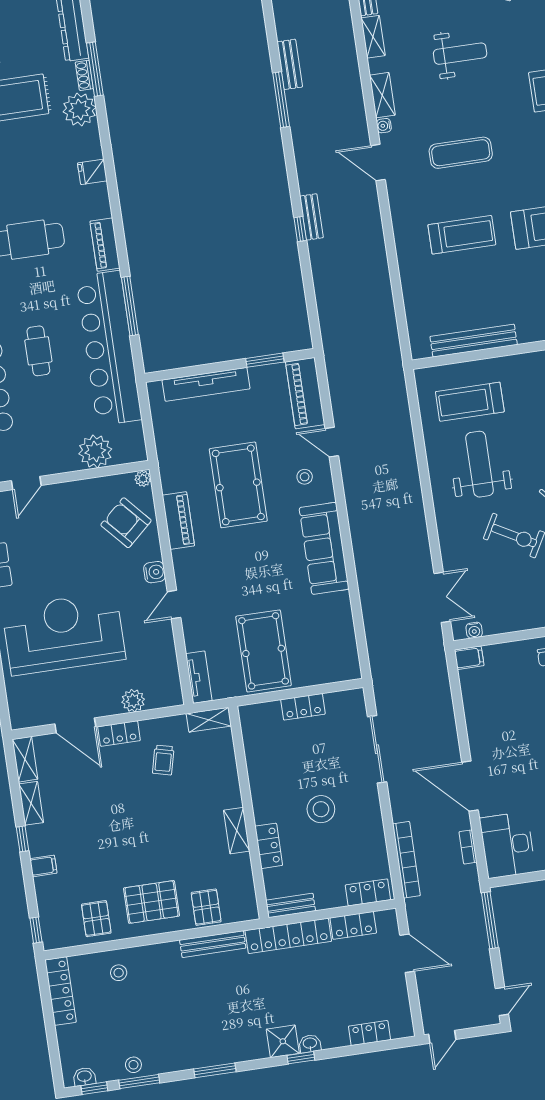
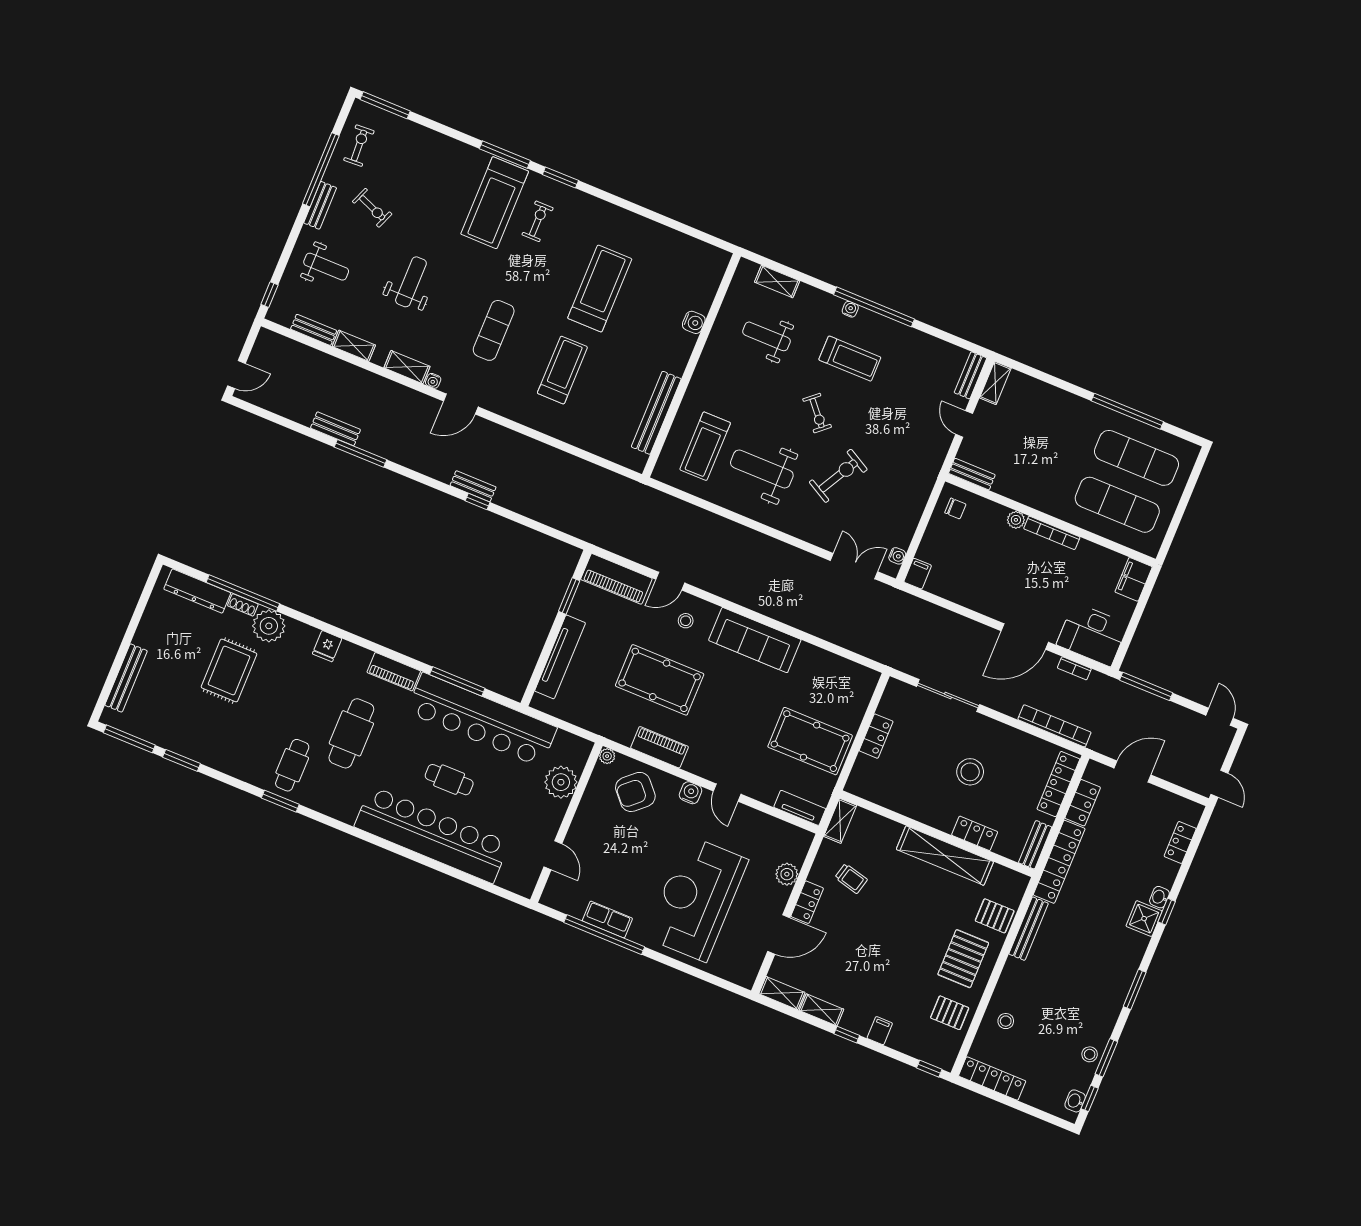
window: (95, 69) -> (243, 593), width x1.46
shelving: (237, 831) -> (945, 856), width x2.20, depth x1.33
locker: (368, 892) -> (1058, 784), width x1.53

